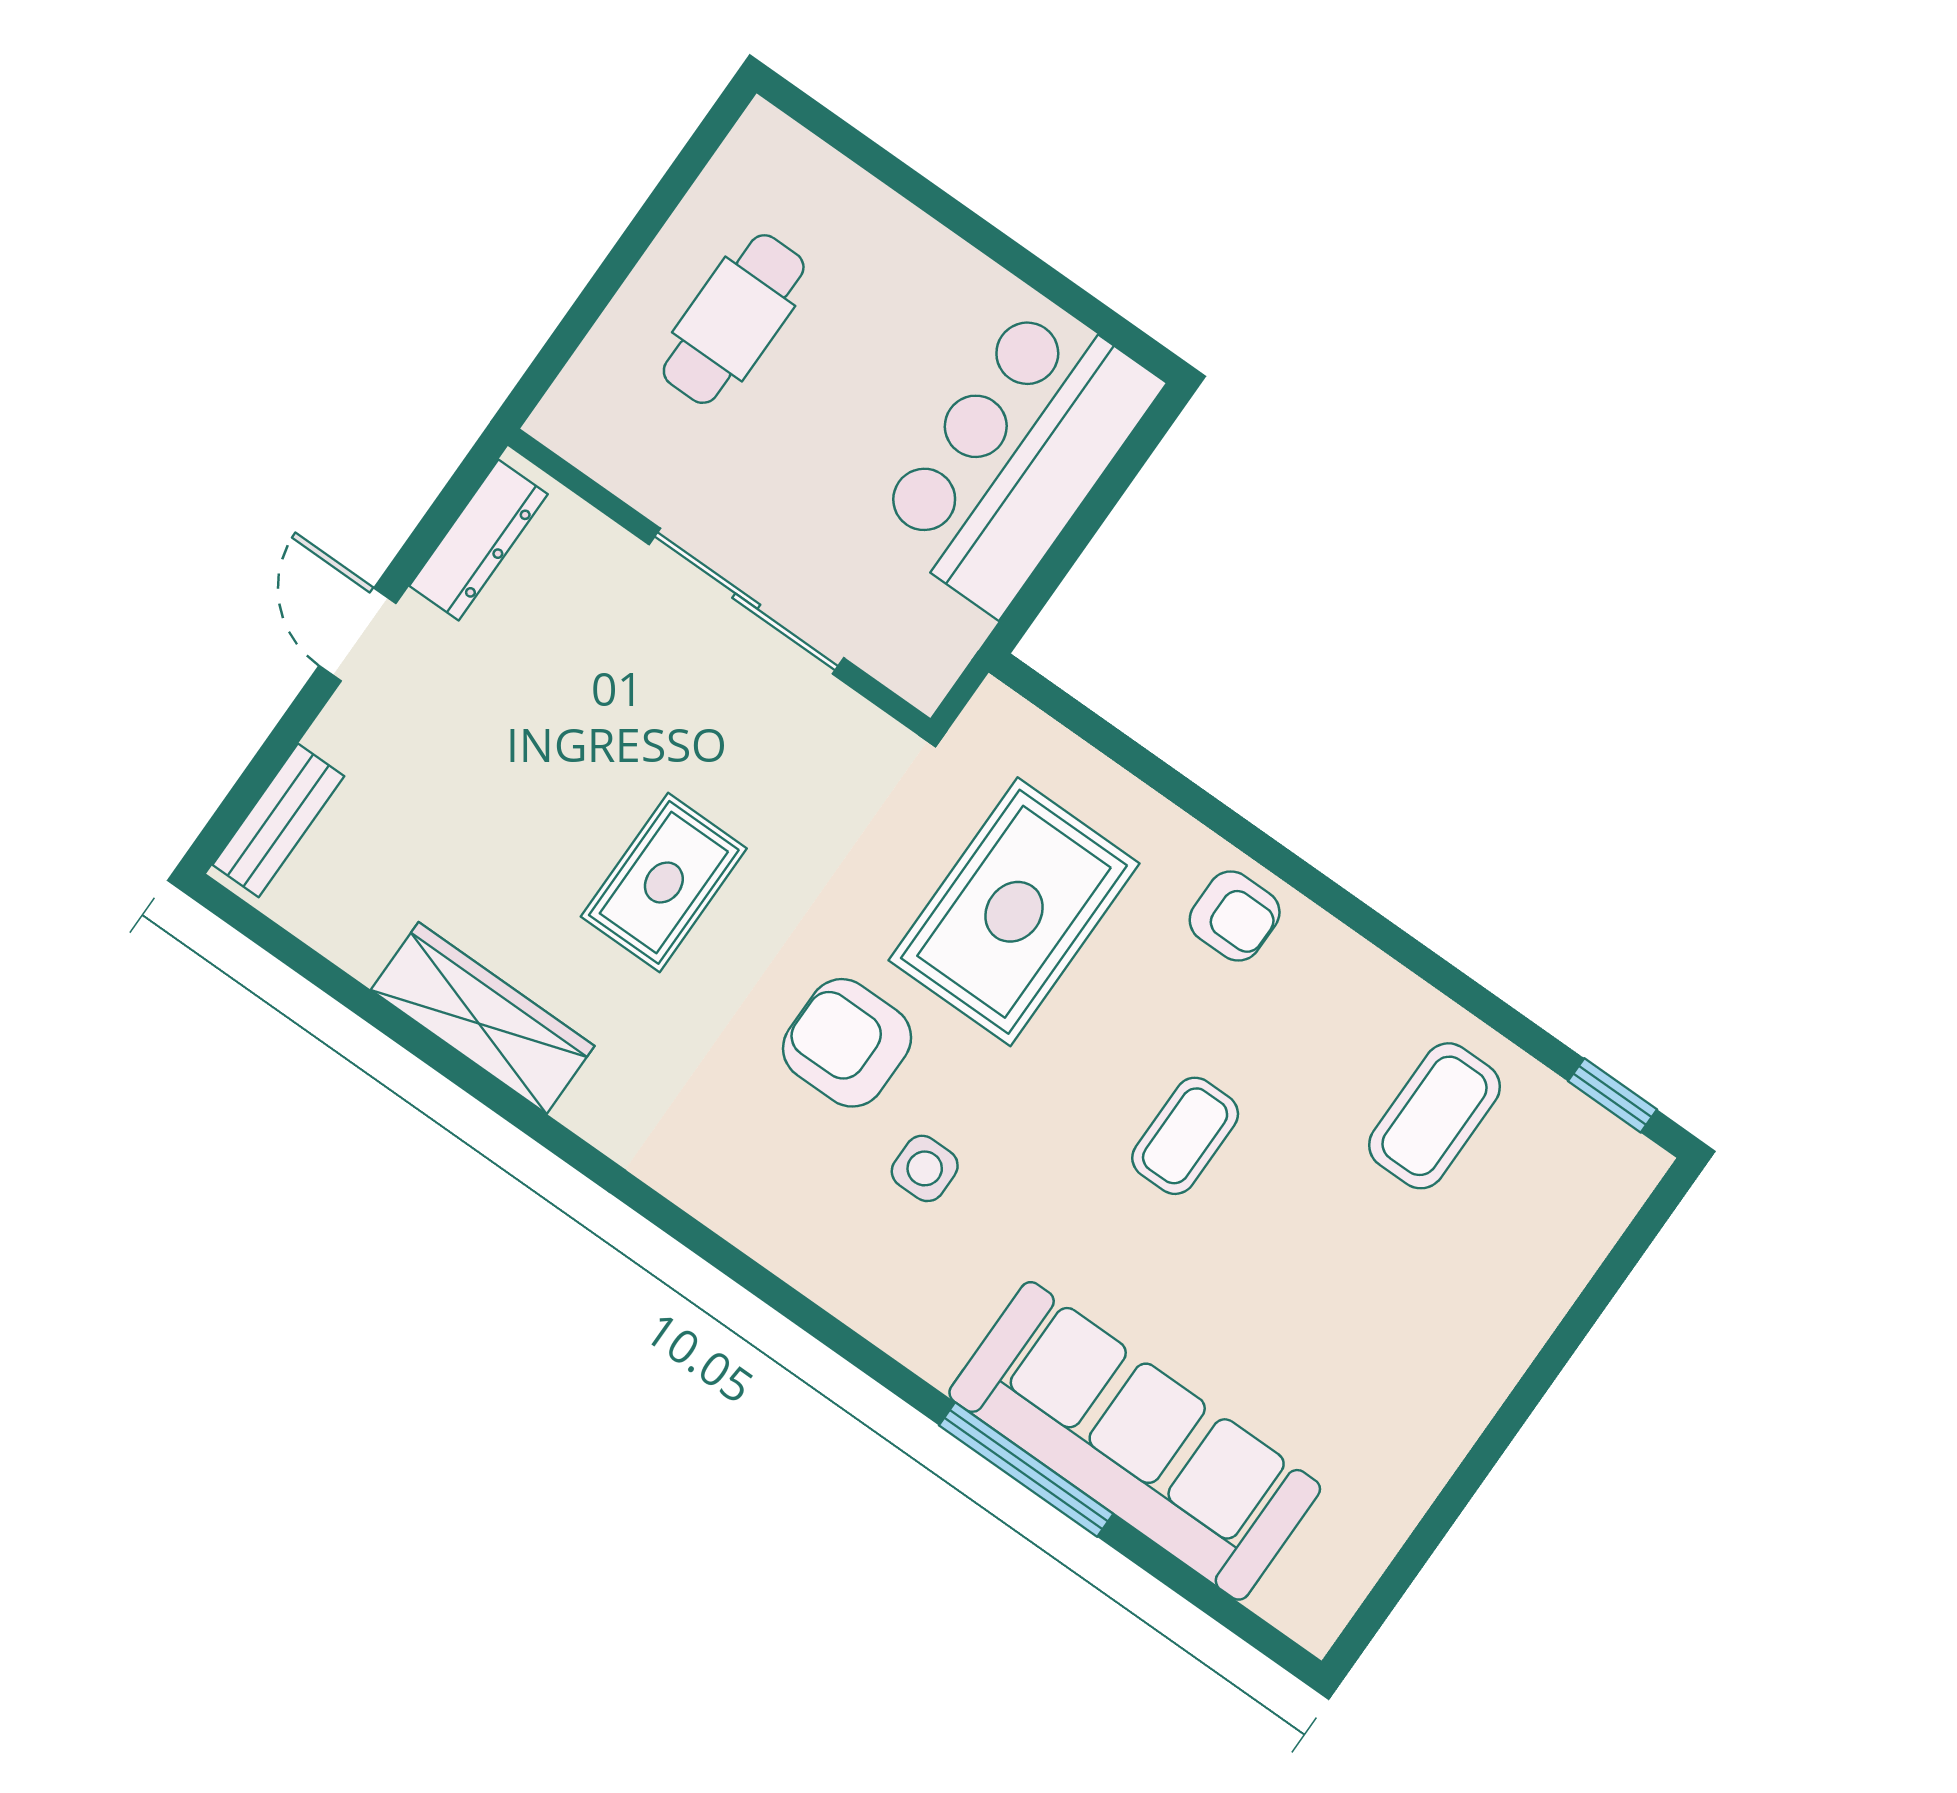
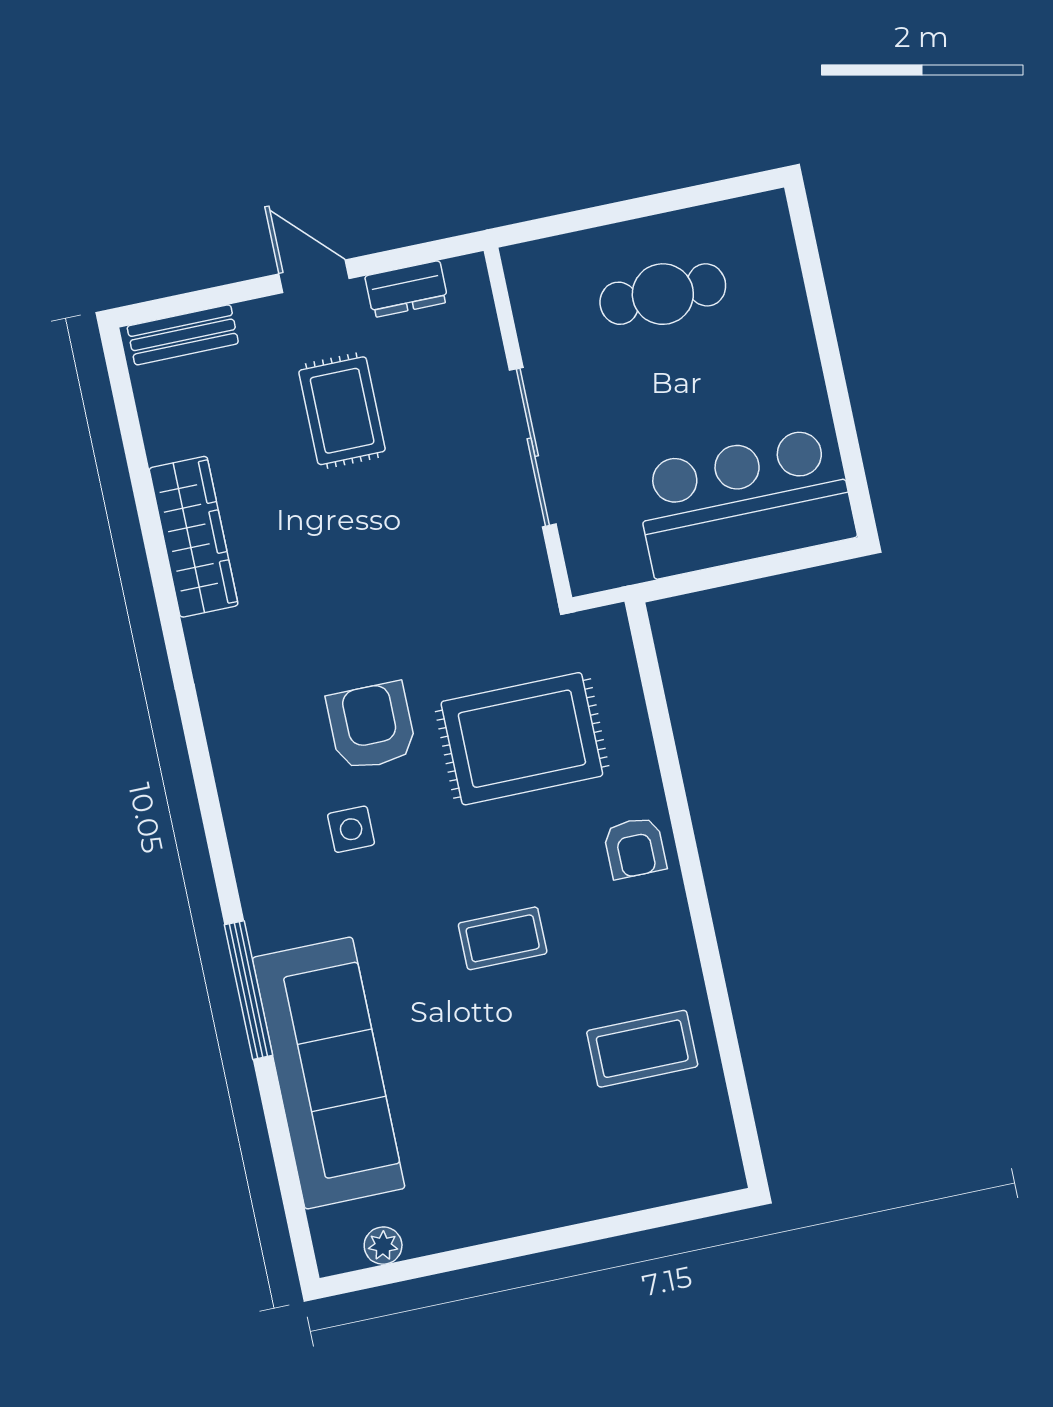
dresser: (479, 540) -> (406, 289), width x0.70
door: (357, 634) -> (314, 276), hinge flipped
rug: (664, 882) -> (342, 411), moved, turned 90
window: (1613, 1095) -> (745, 1124), removed
window: (1026, 1470) -> (249, 990), moved
plant: (1356, 1567) -> (383, 1246), added

